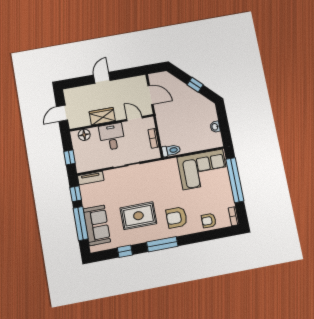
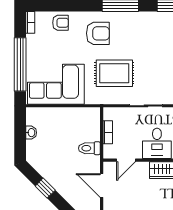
door: (135, 119) -> (126, 160), hinge flipped
toilet: (171, 150) -> (89, 148), moved
rug: (138, 216) -> (114, 73), moved

